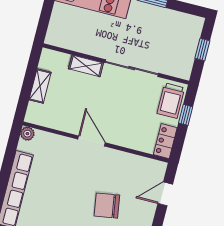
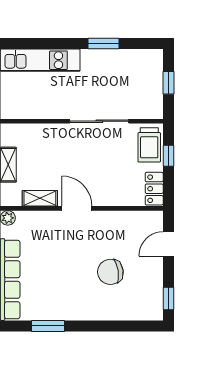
shelving: (86, 66) -> (40, 198), moved

